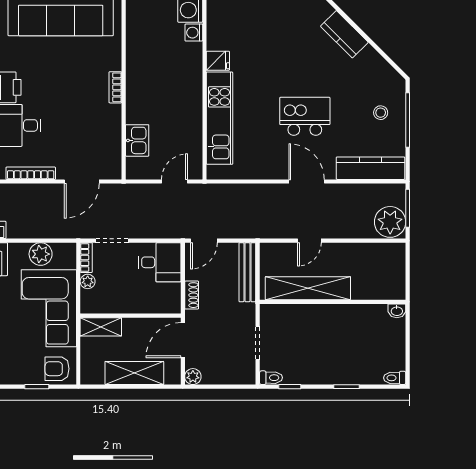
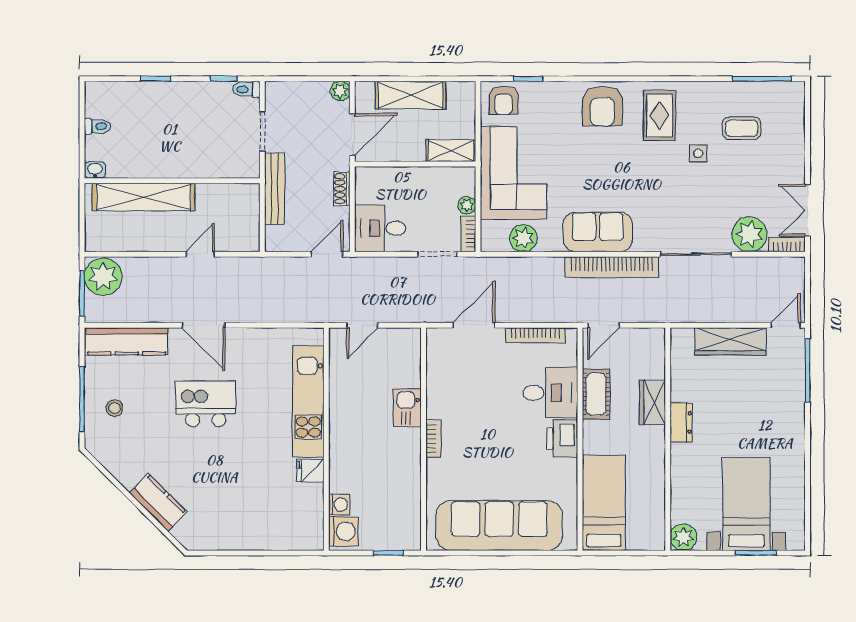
kitchen island: (305, 116) -> (206, 404), turned 180
kitchen sink: (137, 140) -> (407, 408), moved
bench: (247, 272) -> (275, 189), moved
shelving: (308, 288) -> (144, 197), moved
armchair: (57, 369) -> (504, 100), turned 90
toilet: (395, 378) -> (98, 126), moved

